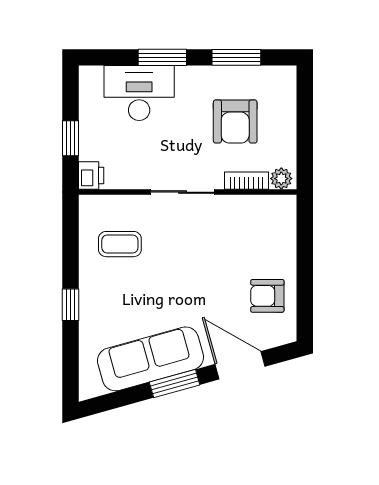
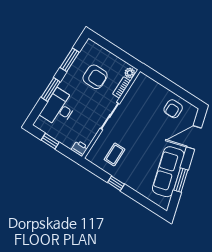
window: (70, 138) -> (50, 141), moved
window: (70, 305) -> (116, 183), moved
window: (175, 383) -> (181, 180), moved

